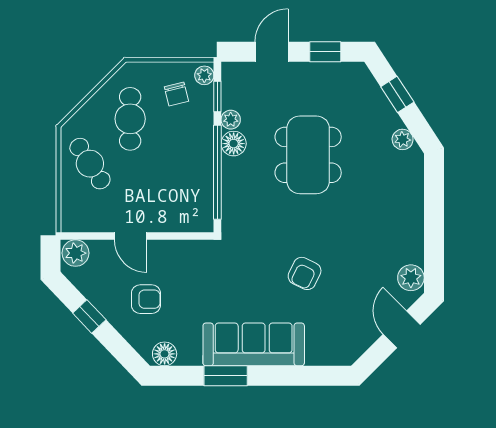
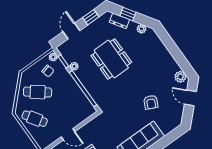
dresser: (373, 96) -> (119, 21), added
cafe table: (130, 119) -> (38, 92), turned -52
floor lamp: (234, 144) -> (81, 74), removed
armchair: (305, 273) -> (151, 102), moved

